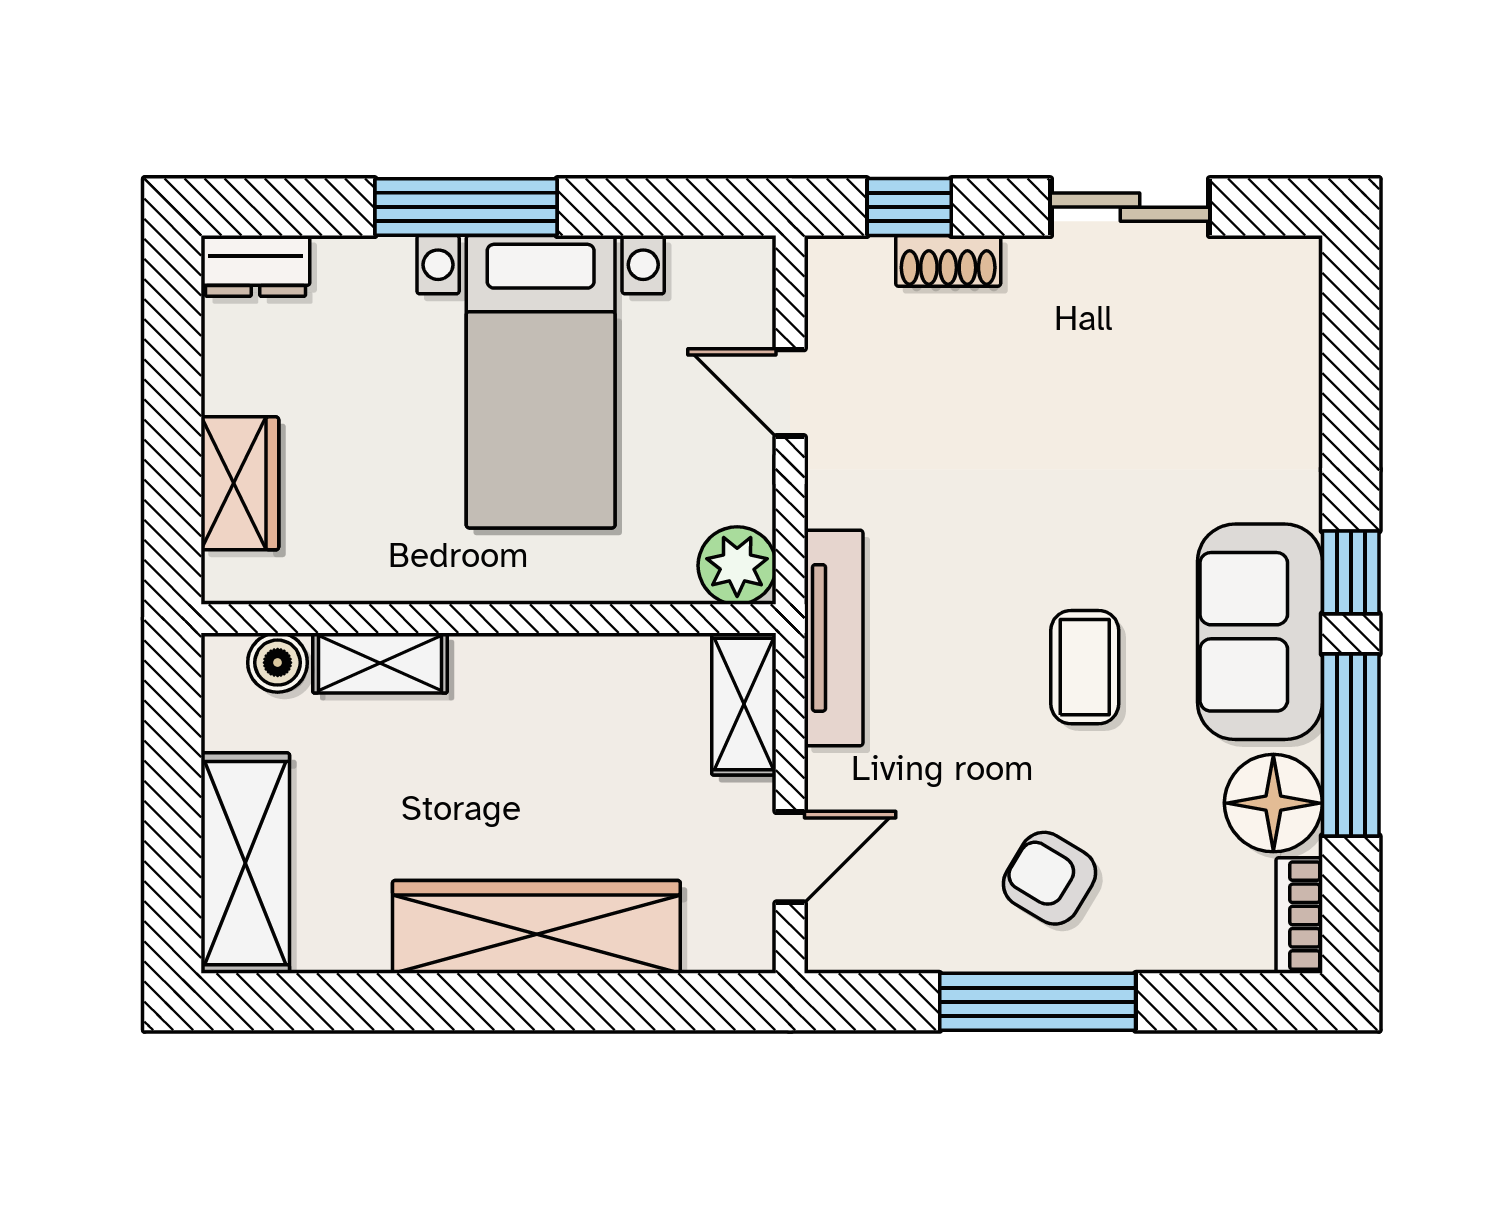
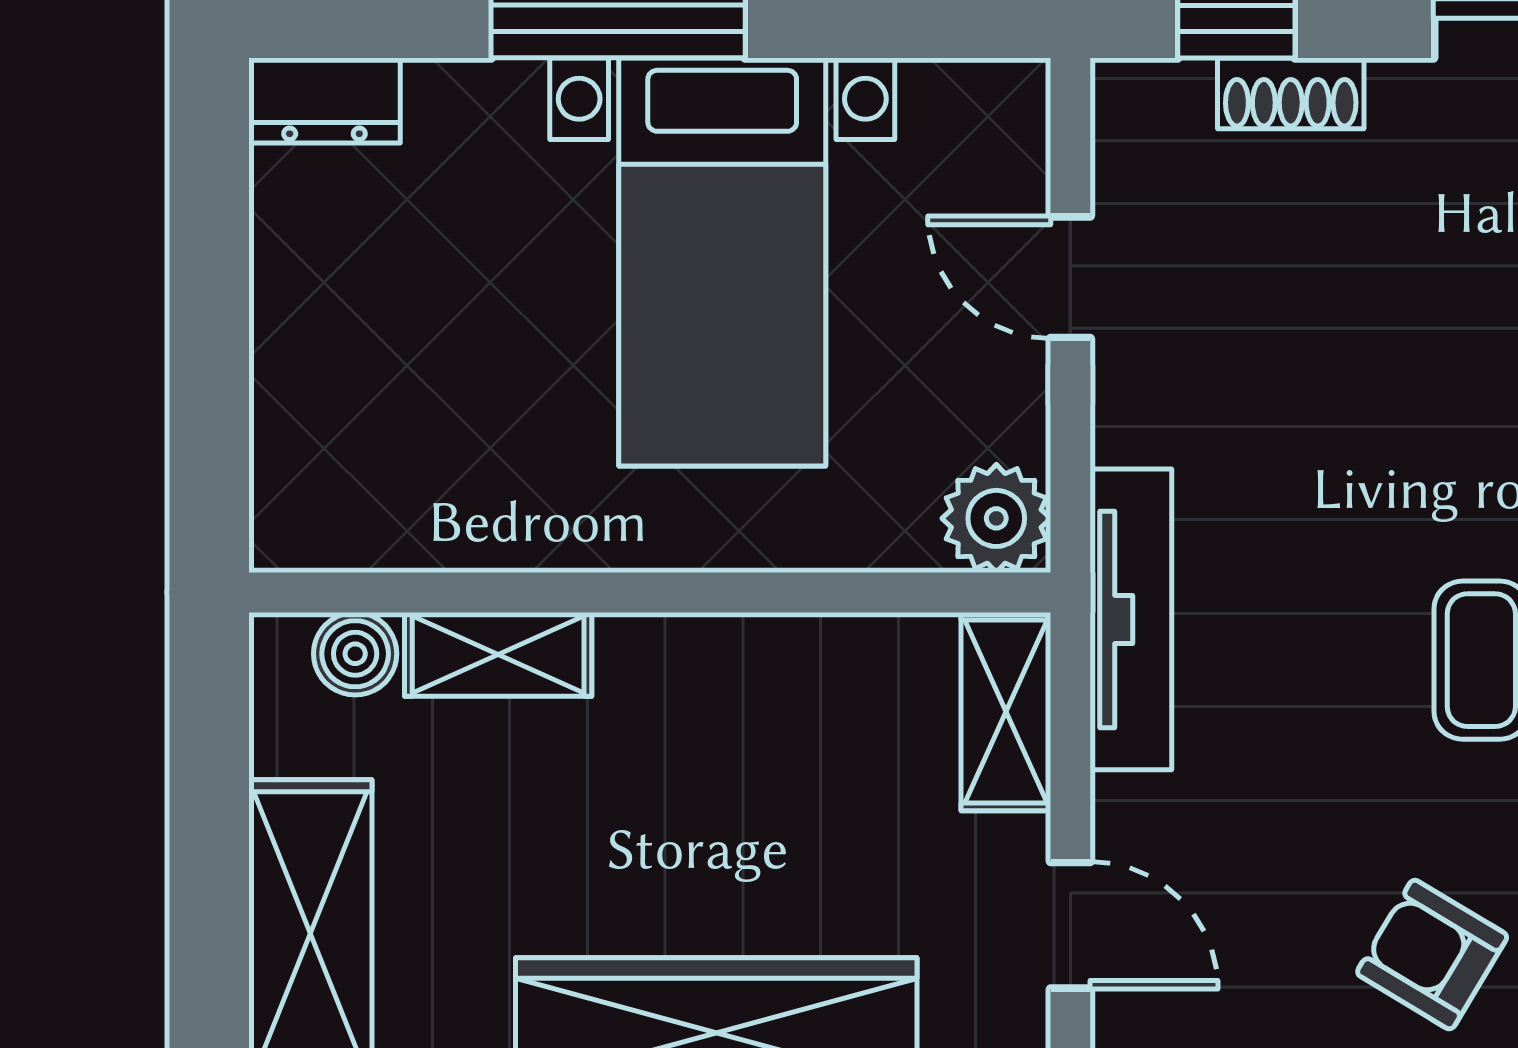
wardrobe: (240, 483) -> (303, 404), removed
door: (790, 857) -> (1070, 925), hinge flipped

